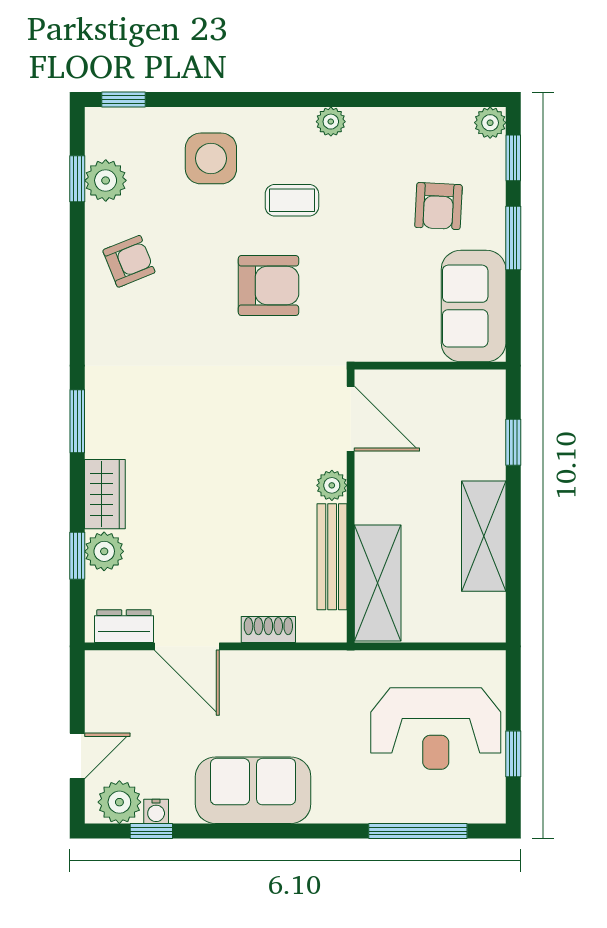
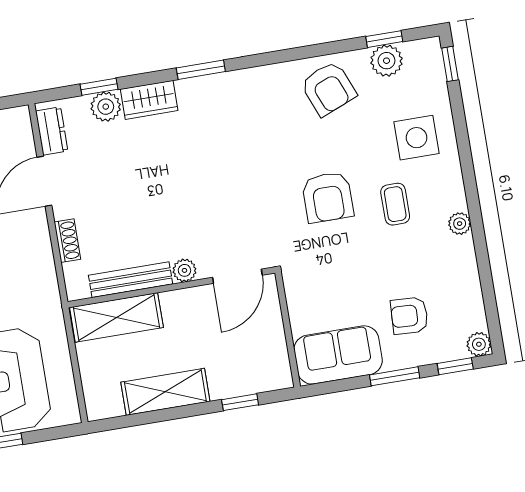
armchair: (129, 261) -> (328, 89), width x1.38, depth x1.38

